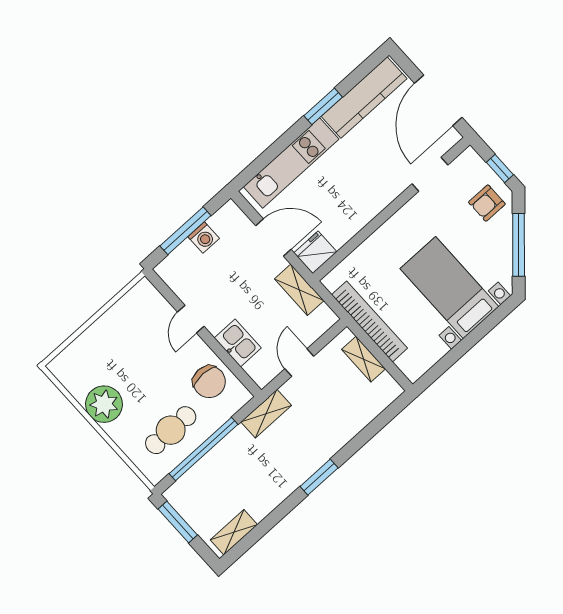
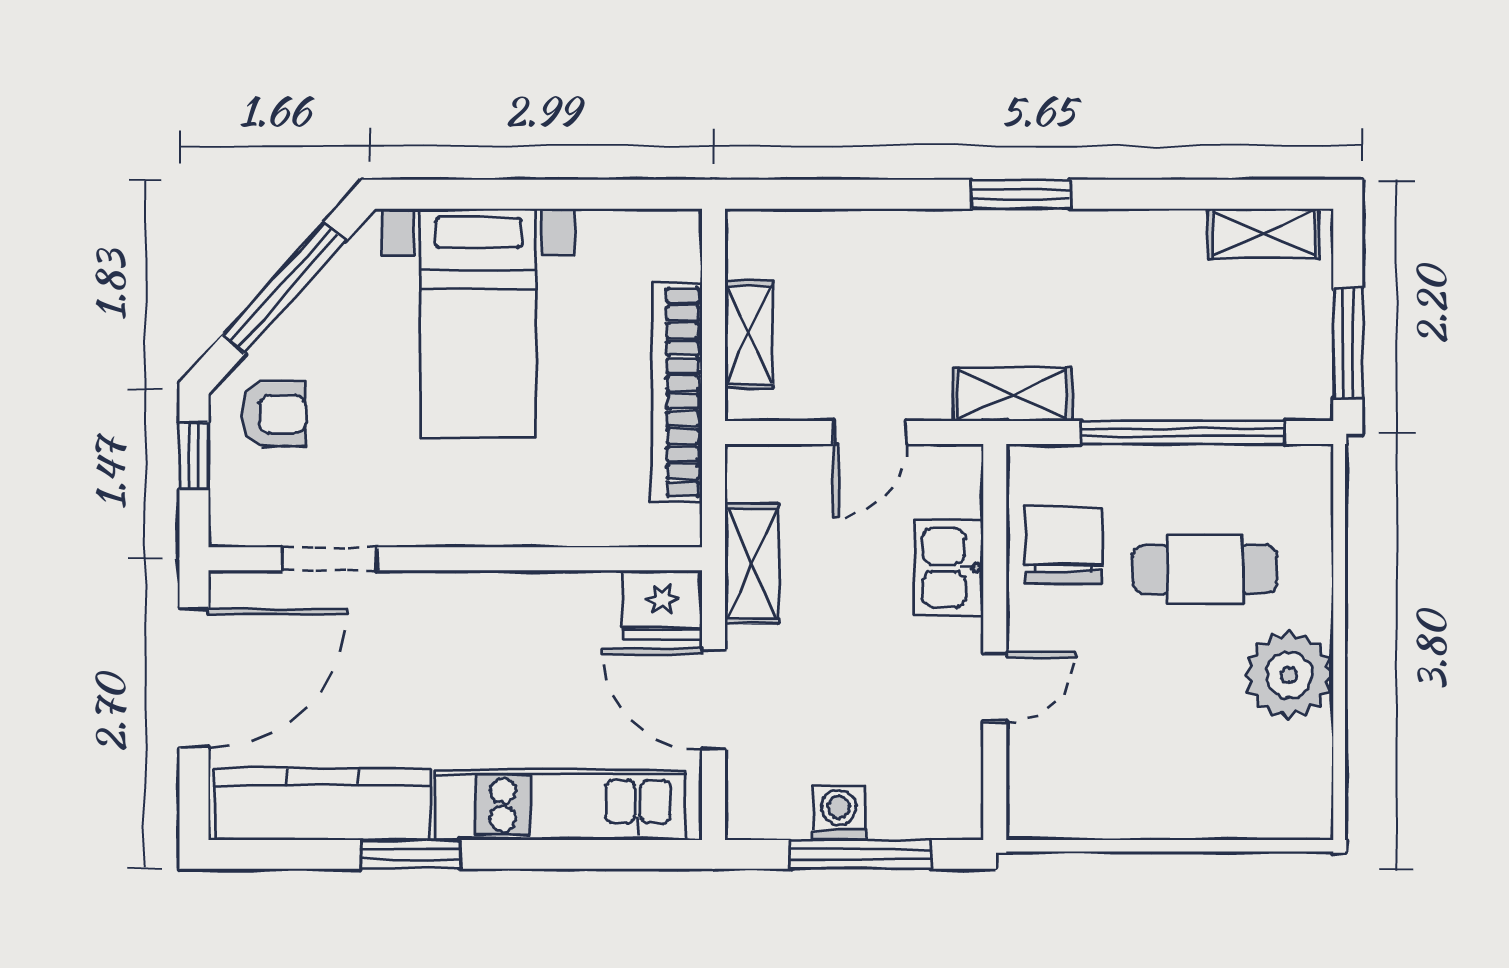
cafe table: (171, 430) -> (1205, 569), moved

